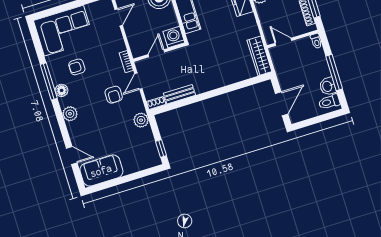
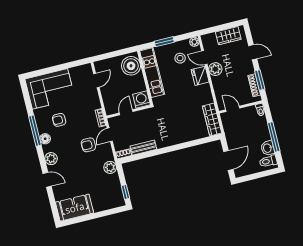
armchair: (114, 95) -> (88, 145), turned 90
door: (72, 156) -> (47, 180), moved

